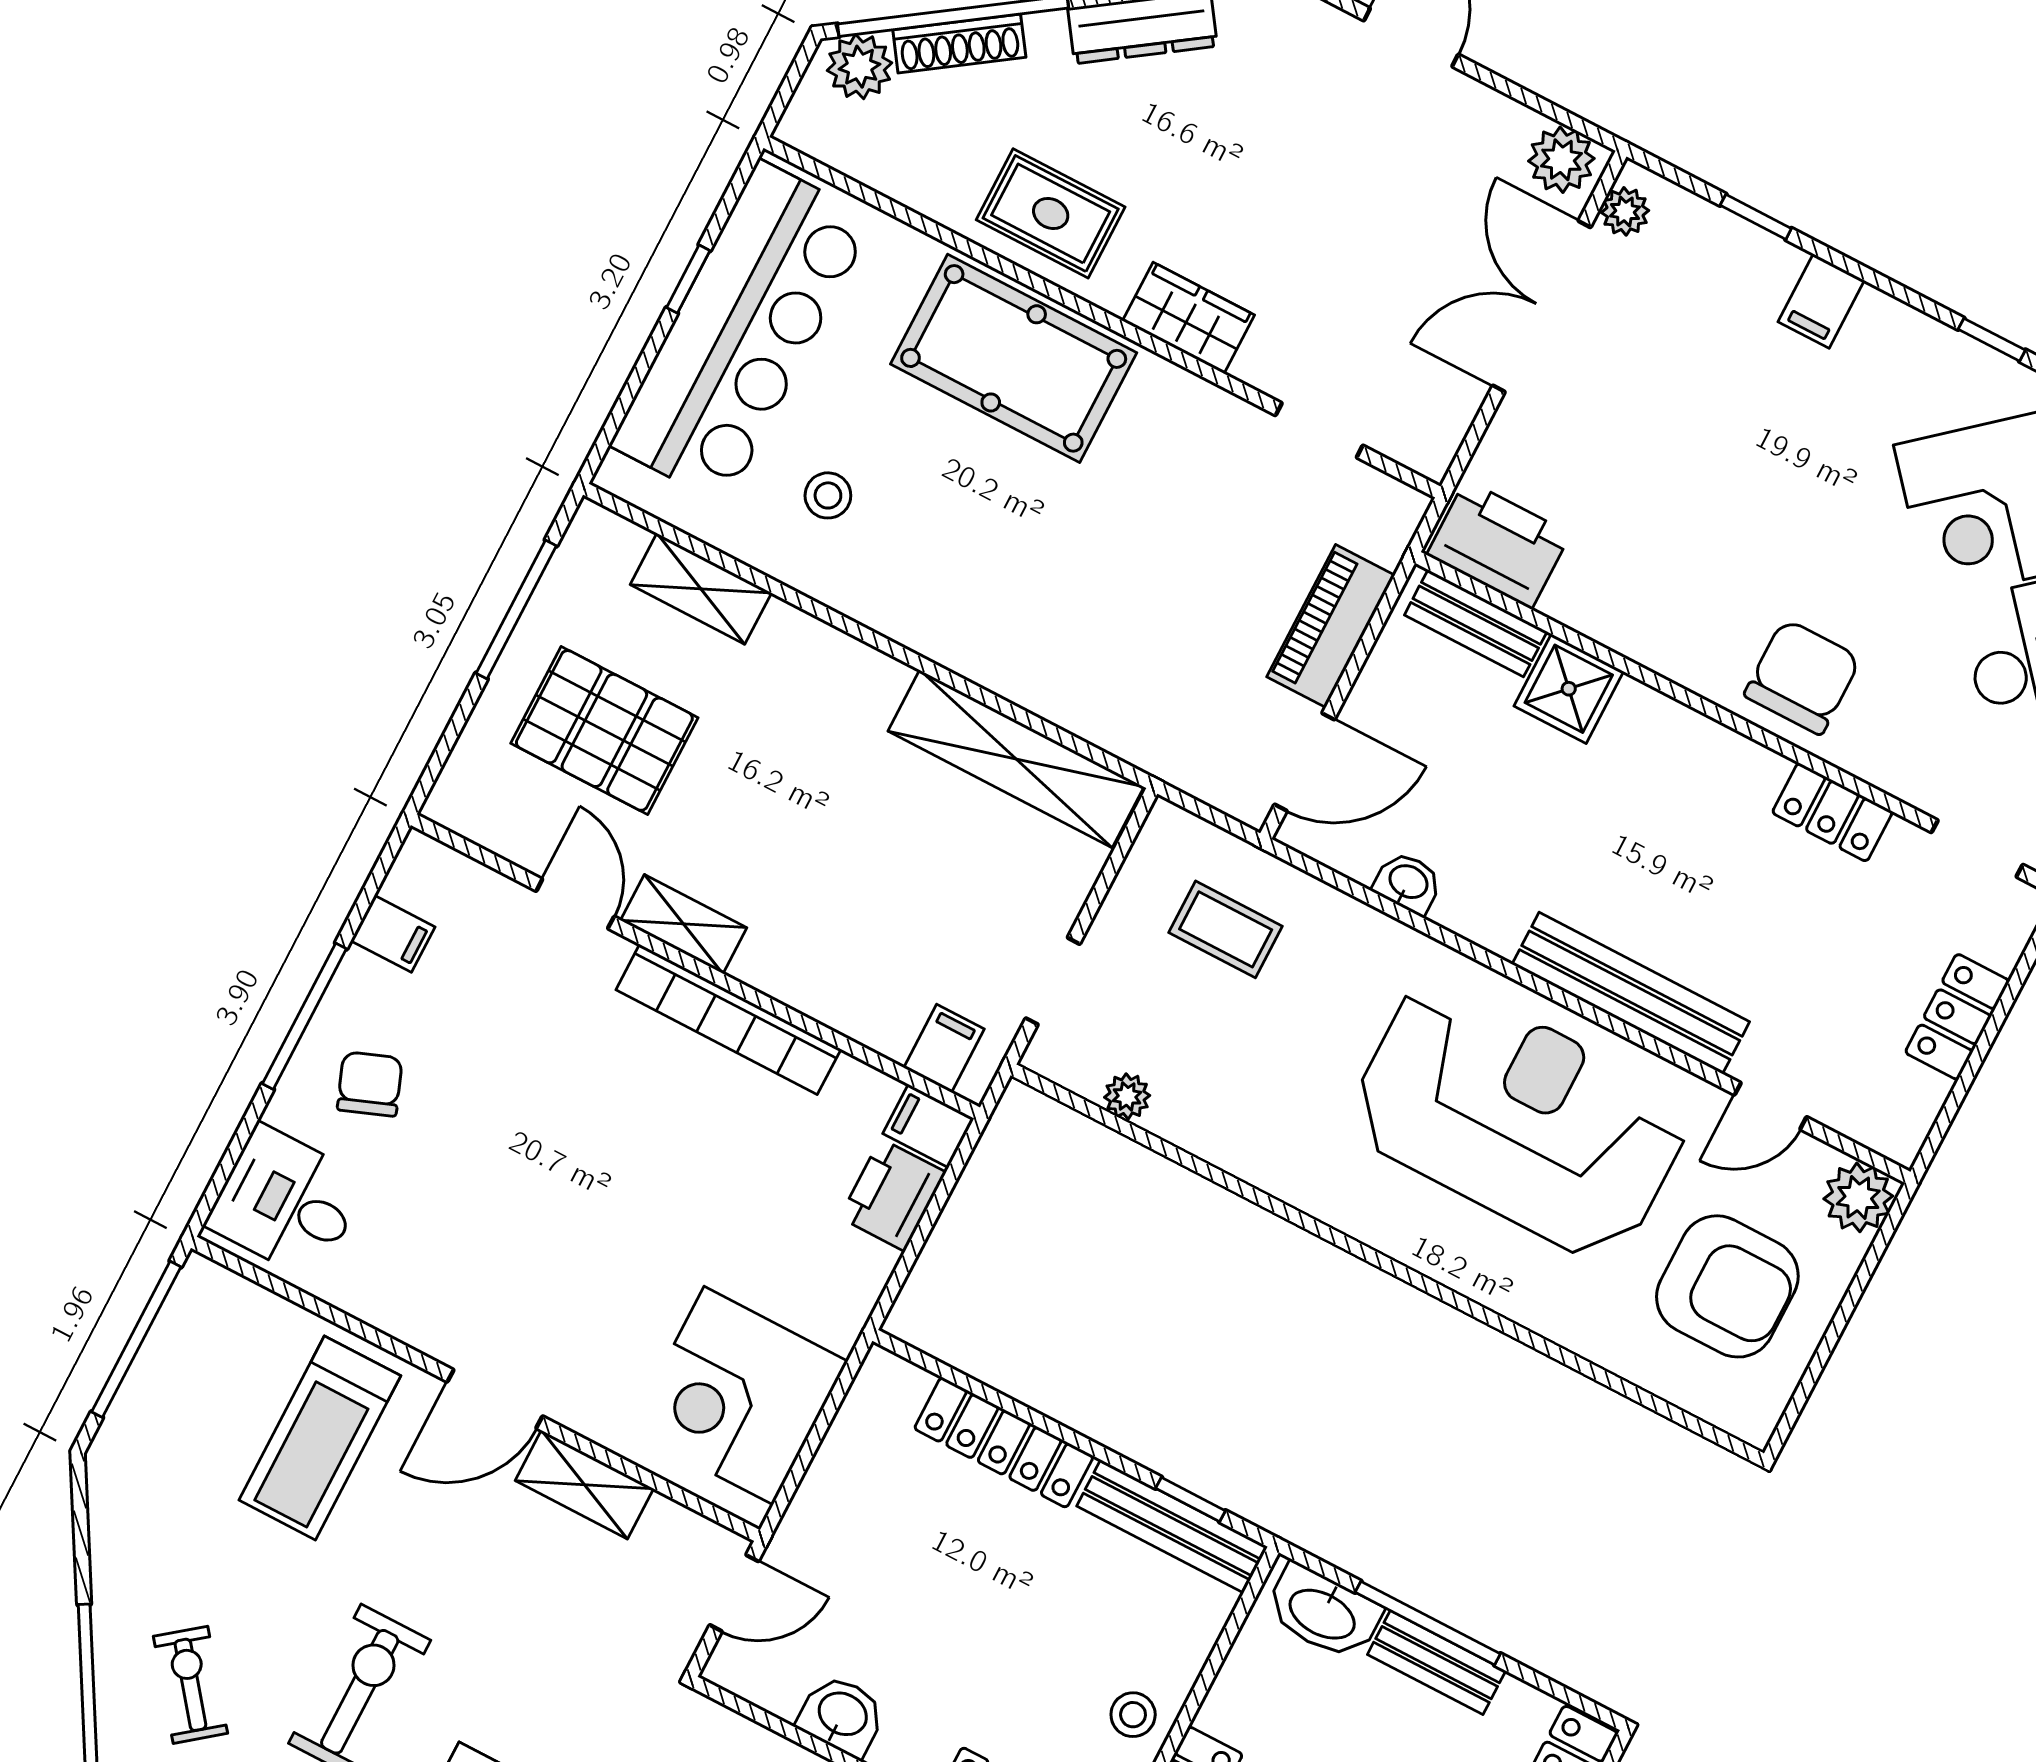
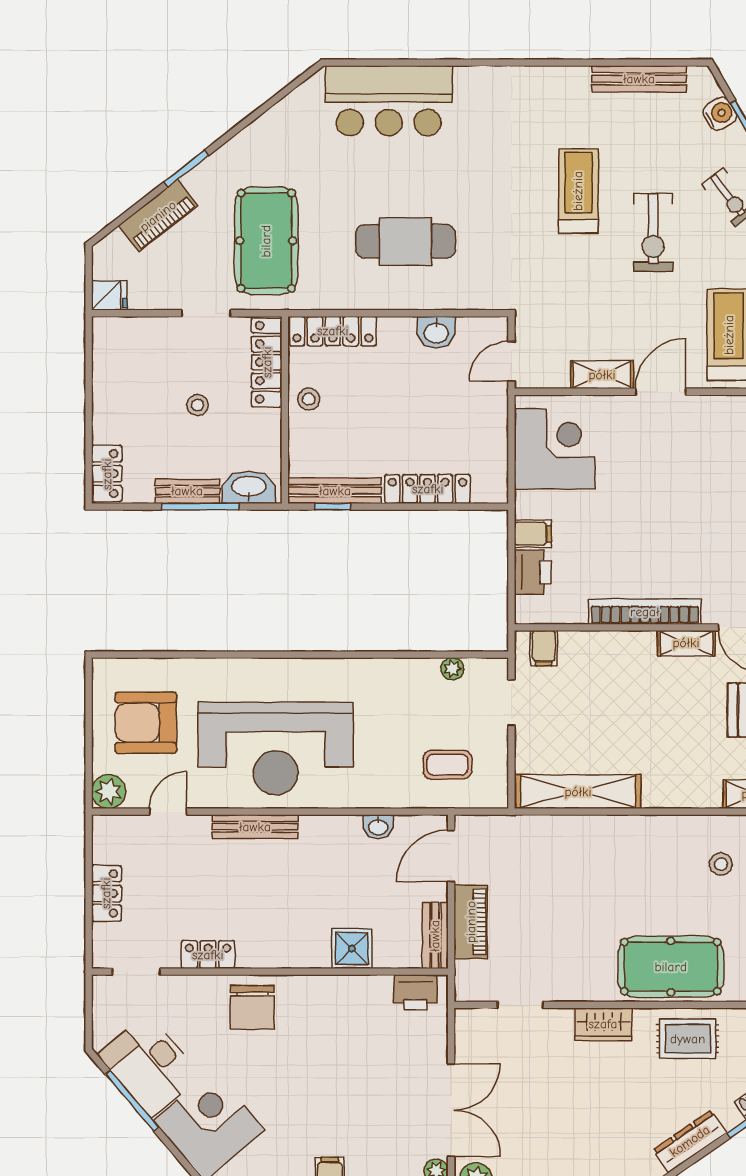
printer: (1499, 544) -> (416, 992), width x0.73, depth x0.84
bench: (1476, 623) -> (435, 936), moved, turned 90
bench: (1631, 993) -> (255, 827), width x0.73, depth x0.82
filing cabinet: (929, 1126) -> (533, 534), moved

